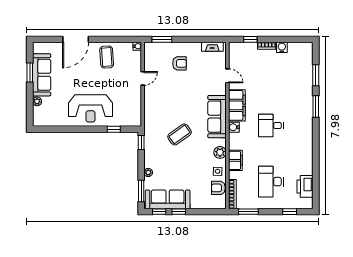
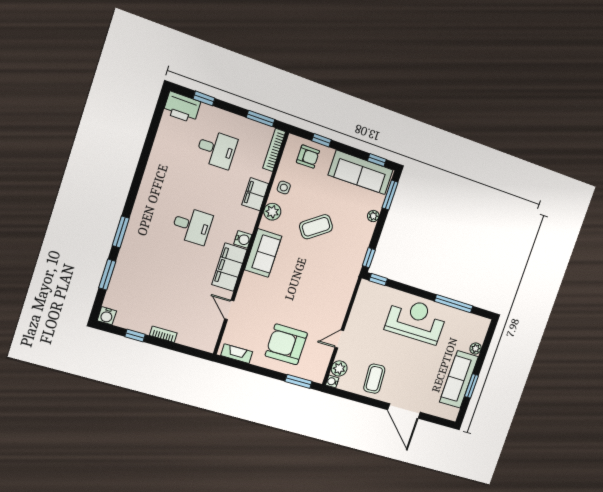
door: (76, 39) -> (404, 411), swing flipped
window: (250, 39) -> (135, 336), moved
water cooler: (282, 47) -> (107, 316), moved
plant: (135, 57) -> (339, 368), added
armchair: (180, 63) -> (286, 344), width x1.88, depth x1.88
sofa: (217, 117) -> (263, 253), width x0.73
window: (66, 129) -> (454, 304), added
window: (114, 129) -> (378, 280), moved
coffee table: (180, 134) -> (316, 227), moved
desk: (271, 182) -> (217, 149), width x0.73
printer: (305, 186) -> (182, 107), moved, turned 90
armchair: (218, 188) -> (308, 157), moved
window: (179, 212) -> (321, 140), moved

